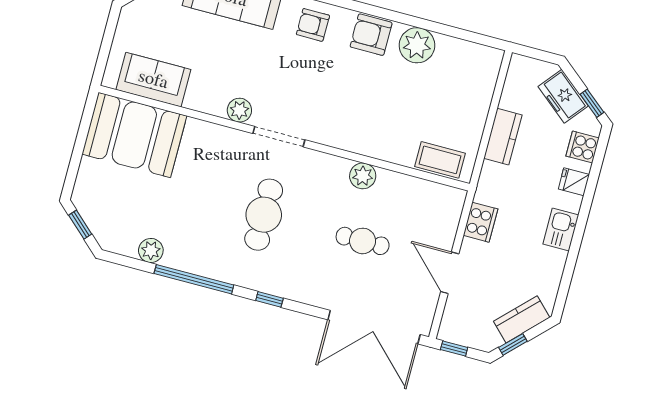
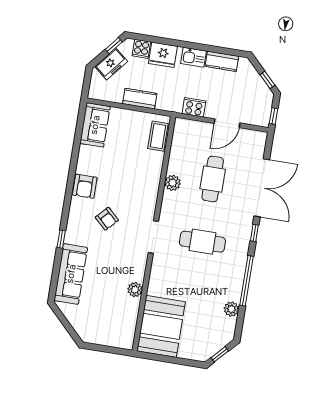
armchair: (313, 25) -> (107, 219), moved, turned -47
plant: (417, 45) -> (89, 157), removed
sofa: (153, 80) -> (95, 125), moved, turned 180
plant: (239, 110) -> (135, 290), moved
fridge: (574, 182) -> (163, 55), width x1.88, depth x1.34
cafe table: (363, 241) -> (213, 179), width x1.37, depth x1.35
kitchen counter: (522, 319) -> (222, 61), moved, turned -45
double door: (374, 327) -> (262, 188), moved

